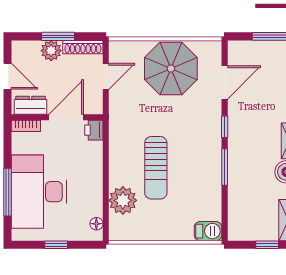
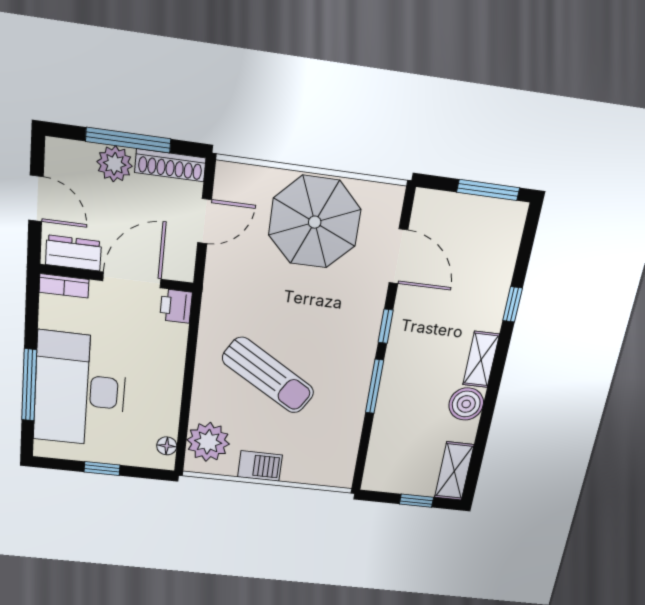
window: (58, 36) -> (128, 140), width x1.44
door: (225, 82) -> (398, 256), hinge flipped
sun lounger: (156, 168) -> (268, 375), turned -59
plant: (123, 200) -> (208, 442), moved
barbecue: (208, 231) -> (260, 466), moved

